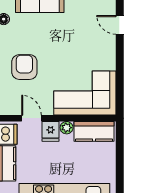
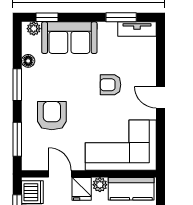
door: (120, 25) -> (161, 97), moved
armchair: (76, 40) -> (111, 85), added

